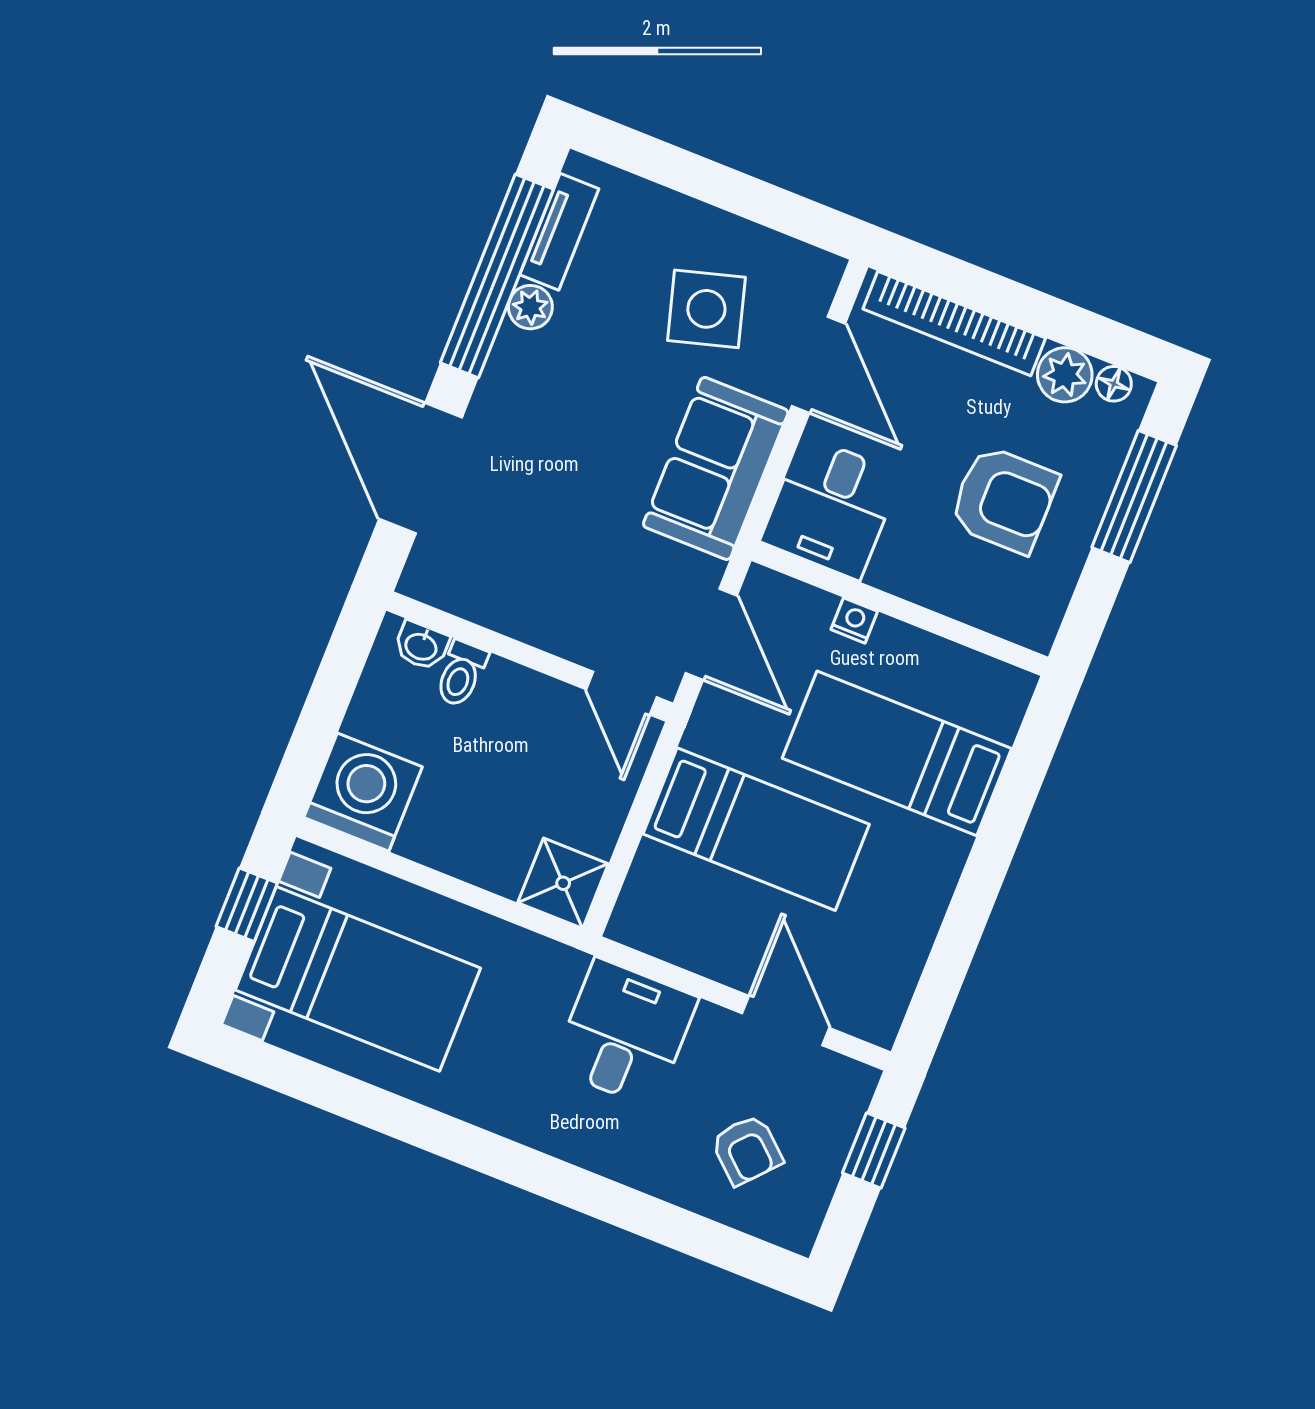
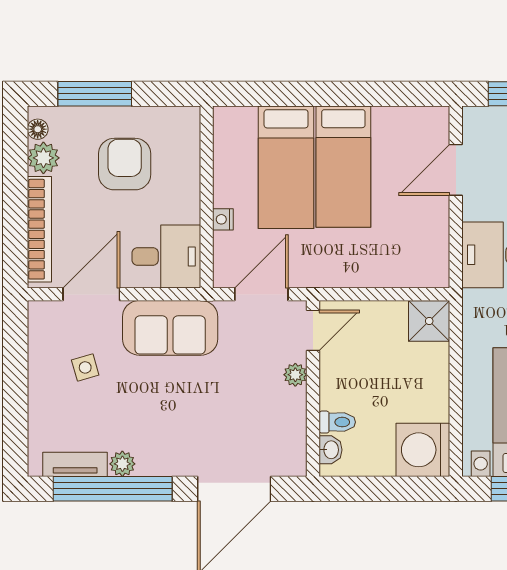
side table: (706, 309) -> (85, 367), width x0.54, depth x0.54
plant: (562, 637) -> (295, 375), added
bed: (756, 829) -> (343, 167), moved, turned 180

